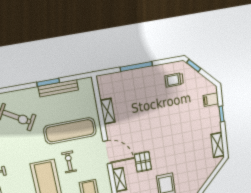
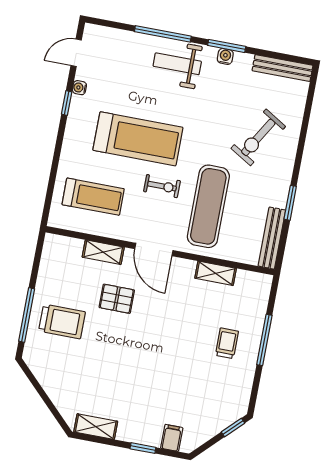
trolley: (174, 80) -> (227, 343), moved
bench: (58, 88) -> (272, 238), moved
door: (107, 152) -> (154, 250), hinge flipped

